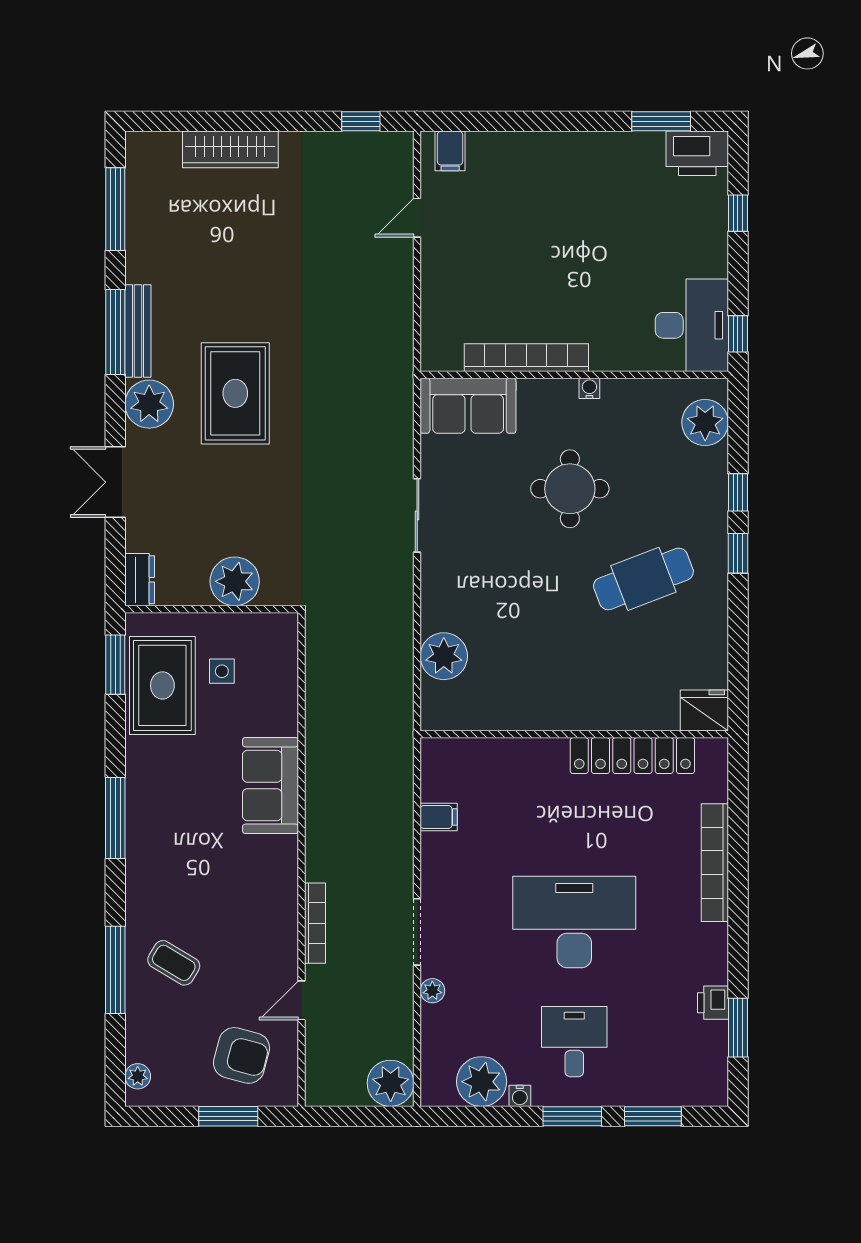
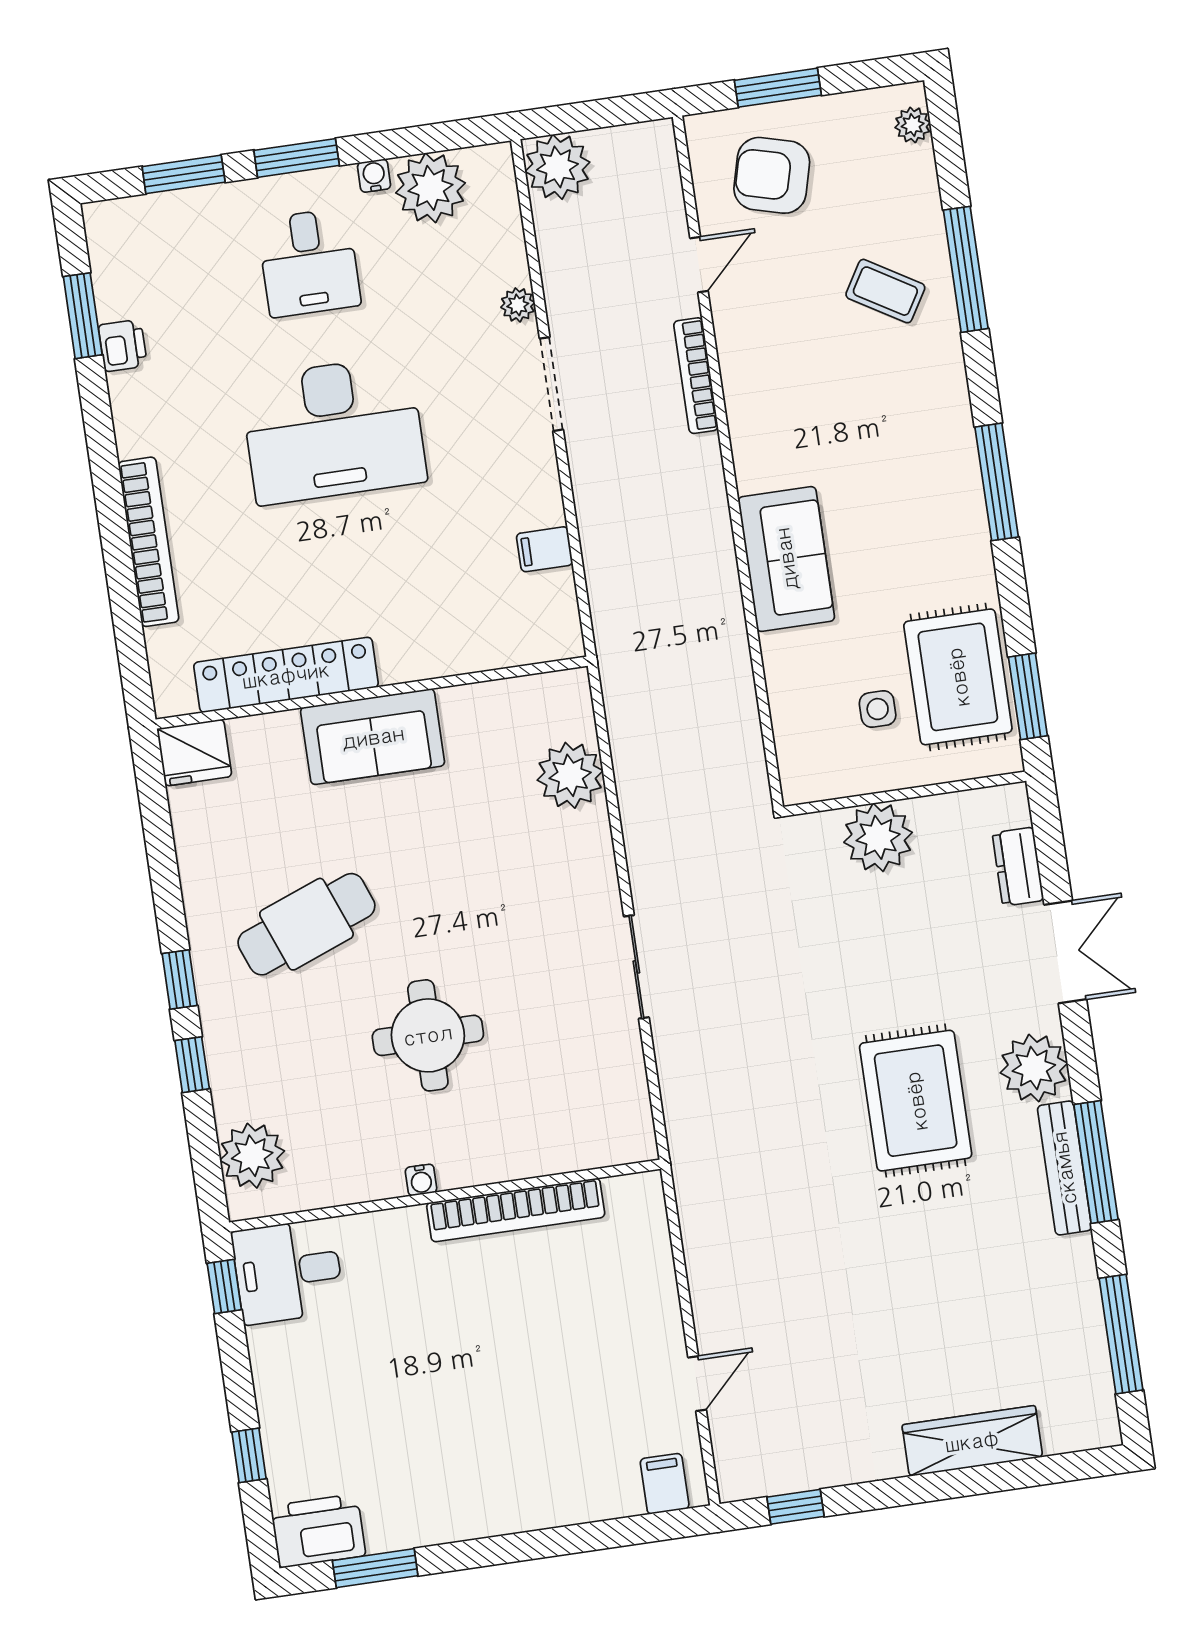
desk: (692, 325) -> (288, 1271), width x0.73
sofa: (468, 406) -> (373, 737), moved, turned 180
dresser: (140, 580) -> (1018, 867), moved

